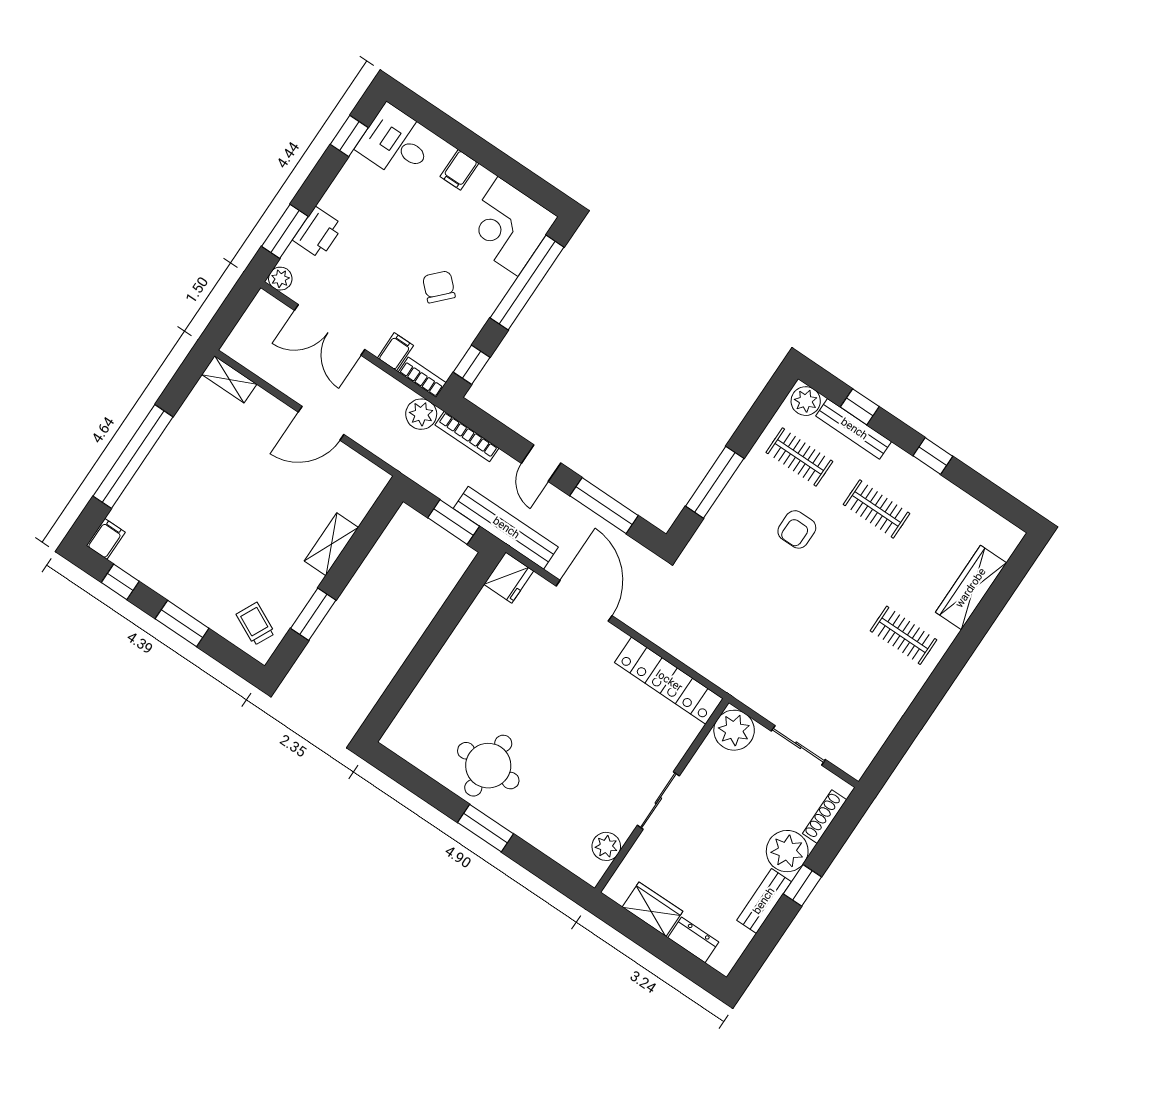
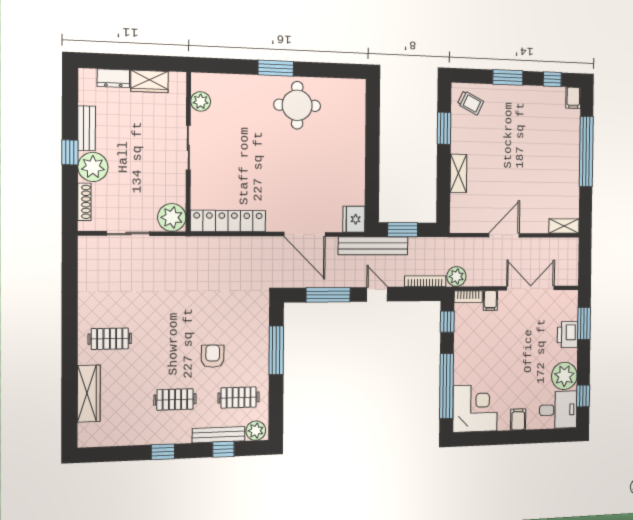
plant: (280, 279) -> (564, 376), moved, width x1.88, depth x1.88
chair: (439, 287) -> (490, 351), removed

